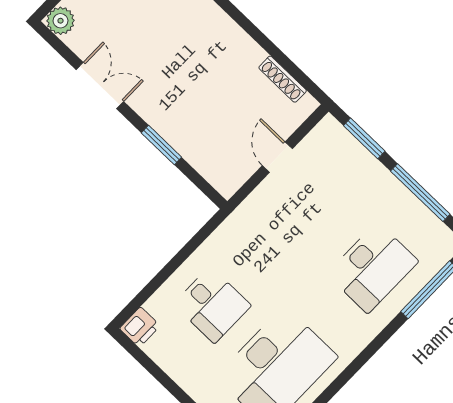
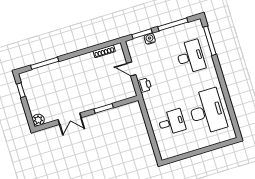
double door: (100, 86) -> (70, 119), swing flipped
water cooler: (362, 161) -> (150, 39), added
printer: (140, 327) -> (145, 85), moved

